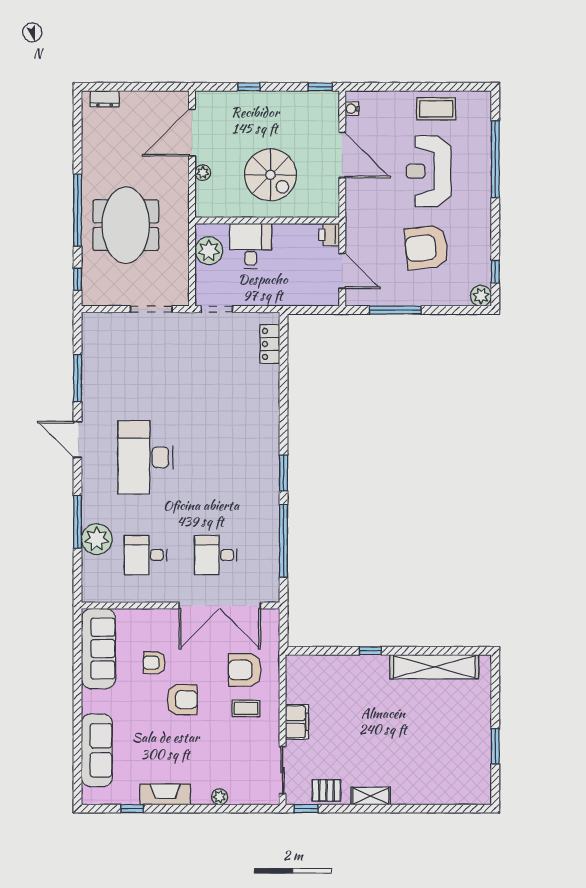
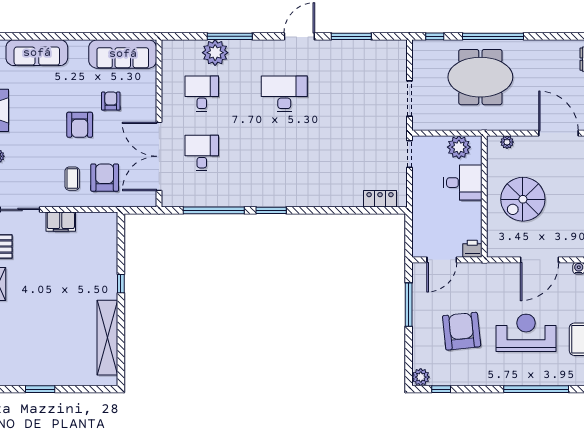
plant: (203, 173) -> (507, 142), moved
desk: (145, 457) -> (284, 94), width x0.73, depth x0.77

